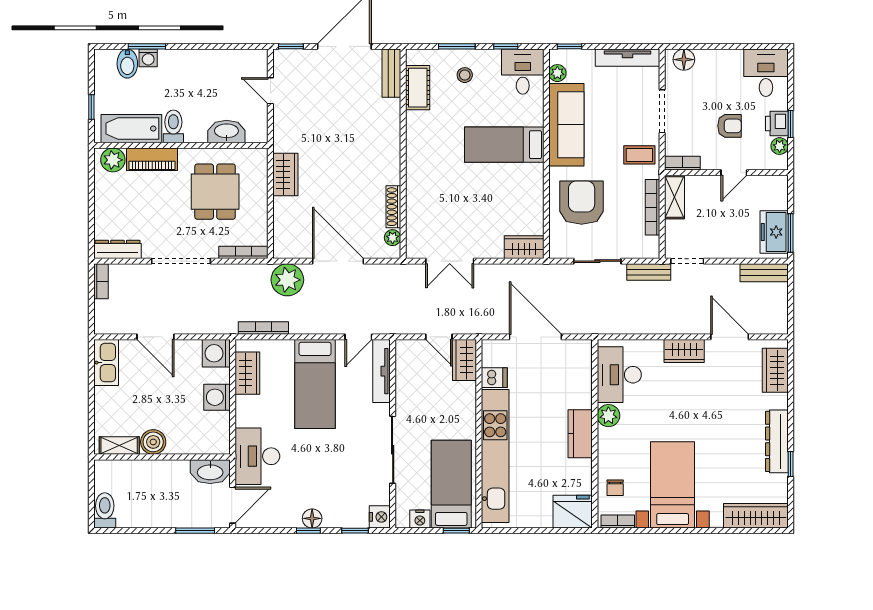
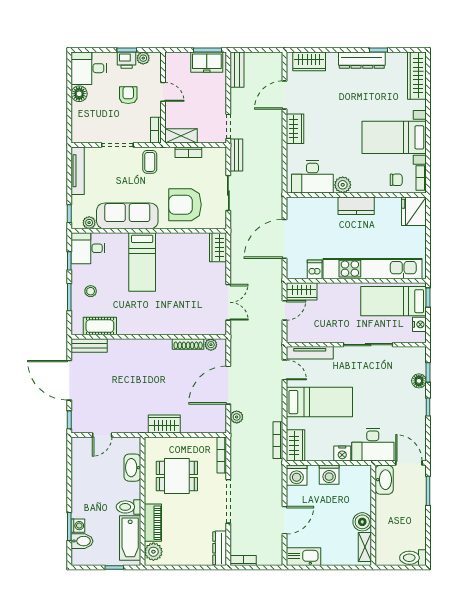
floor lamp: (684, 60) -> (79, 94), moved
bookcase: (652, 207) -> (188, 152), width x0.64
plant: (287, 280) -> (237, 417), width x0.53, depth x0.53
wardrobe: (247, 373) -> (296, 445), moved, turned 90
nightstand: (380, 517) -> (342, 454), moved, turned 180
floor lamp: (312, 518) -> (419, 381), moved

